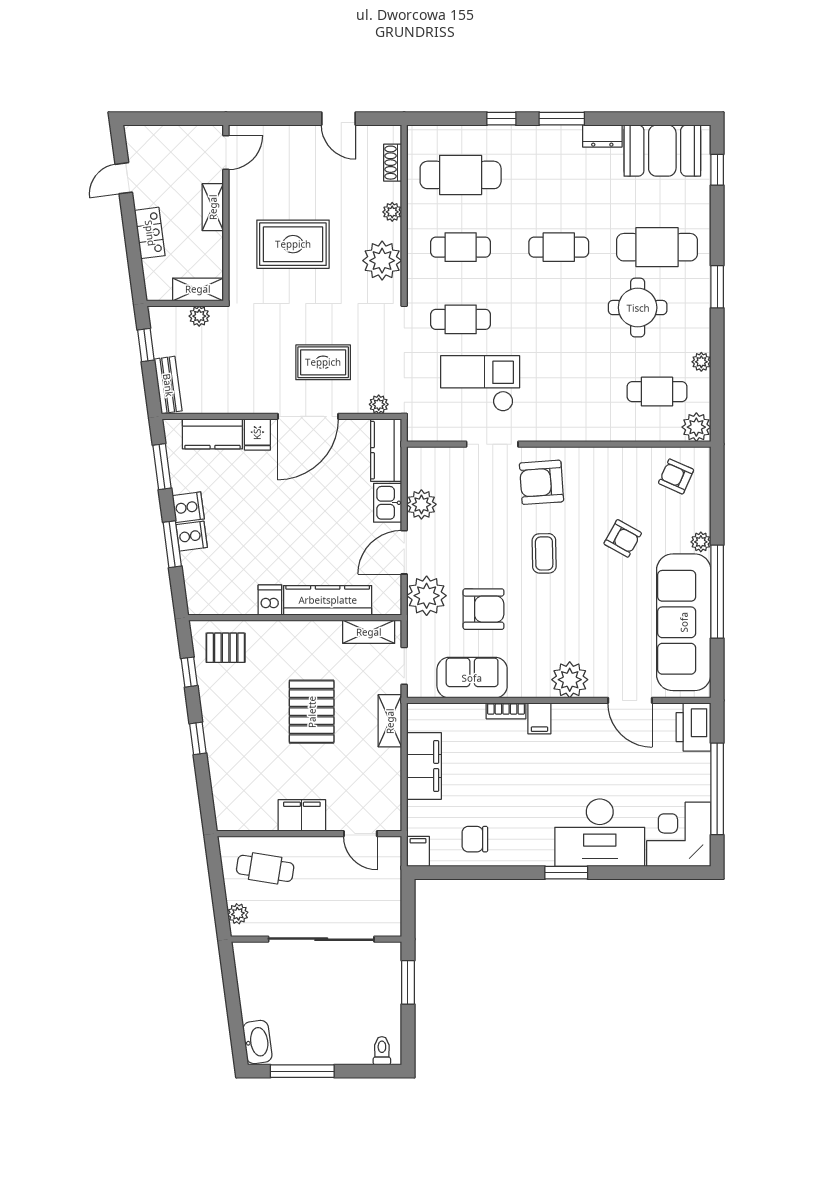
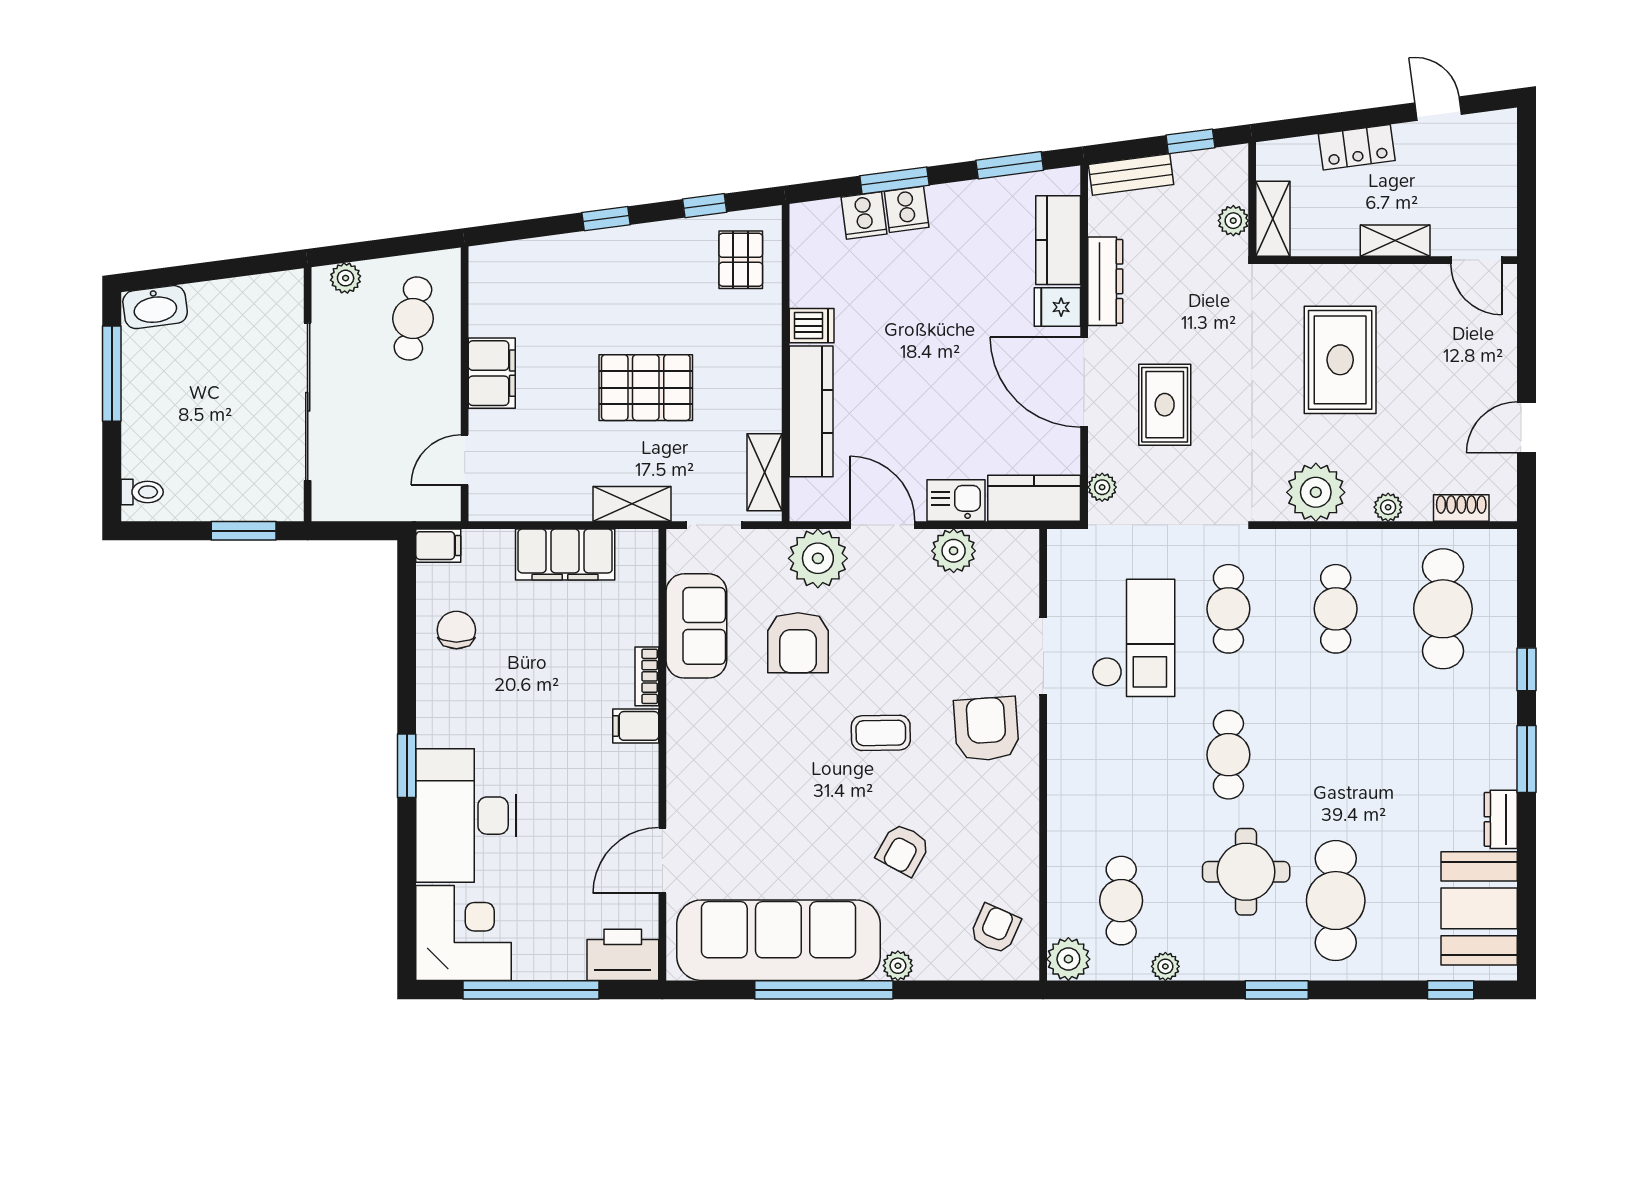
cafe table: (559, 247) -> (1228, 755), moved
dresser: (240, 402) -> (1105, 281), added
cooker: (188, 507) -> (864, 216), moved
plant: (570, 680) -> (693, 771), removed

